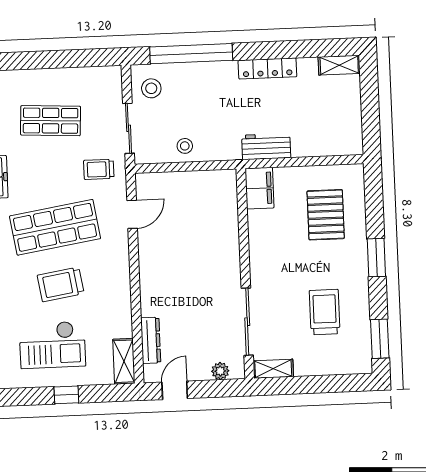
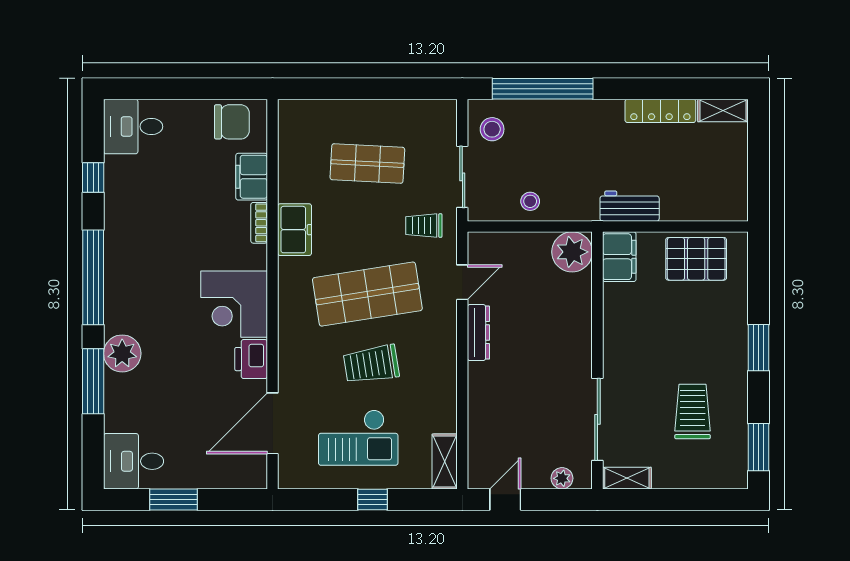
locker: (267, 68) -> (660, 111), moved
plant: (221, 186) -> (572, 252), added
pallet: (326, 215) -> (696, 259), moved, turned 90
dresser: (151, 340) -> (478, 333), moved

